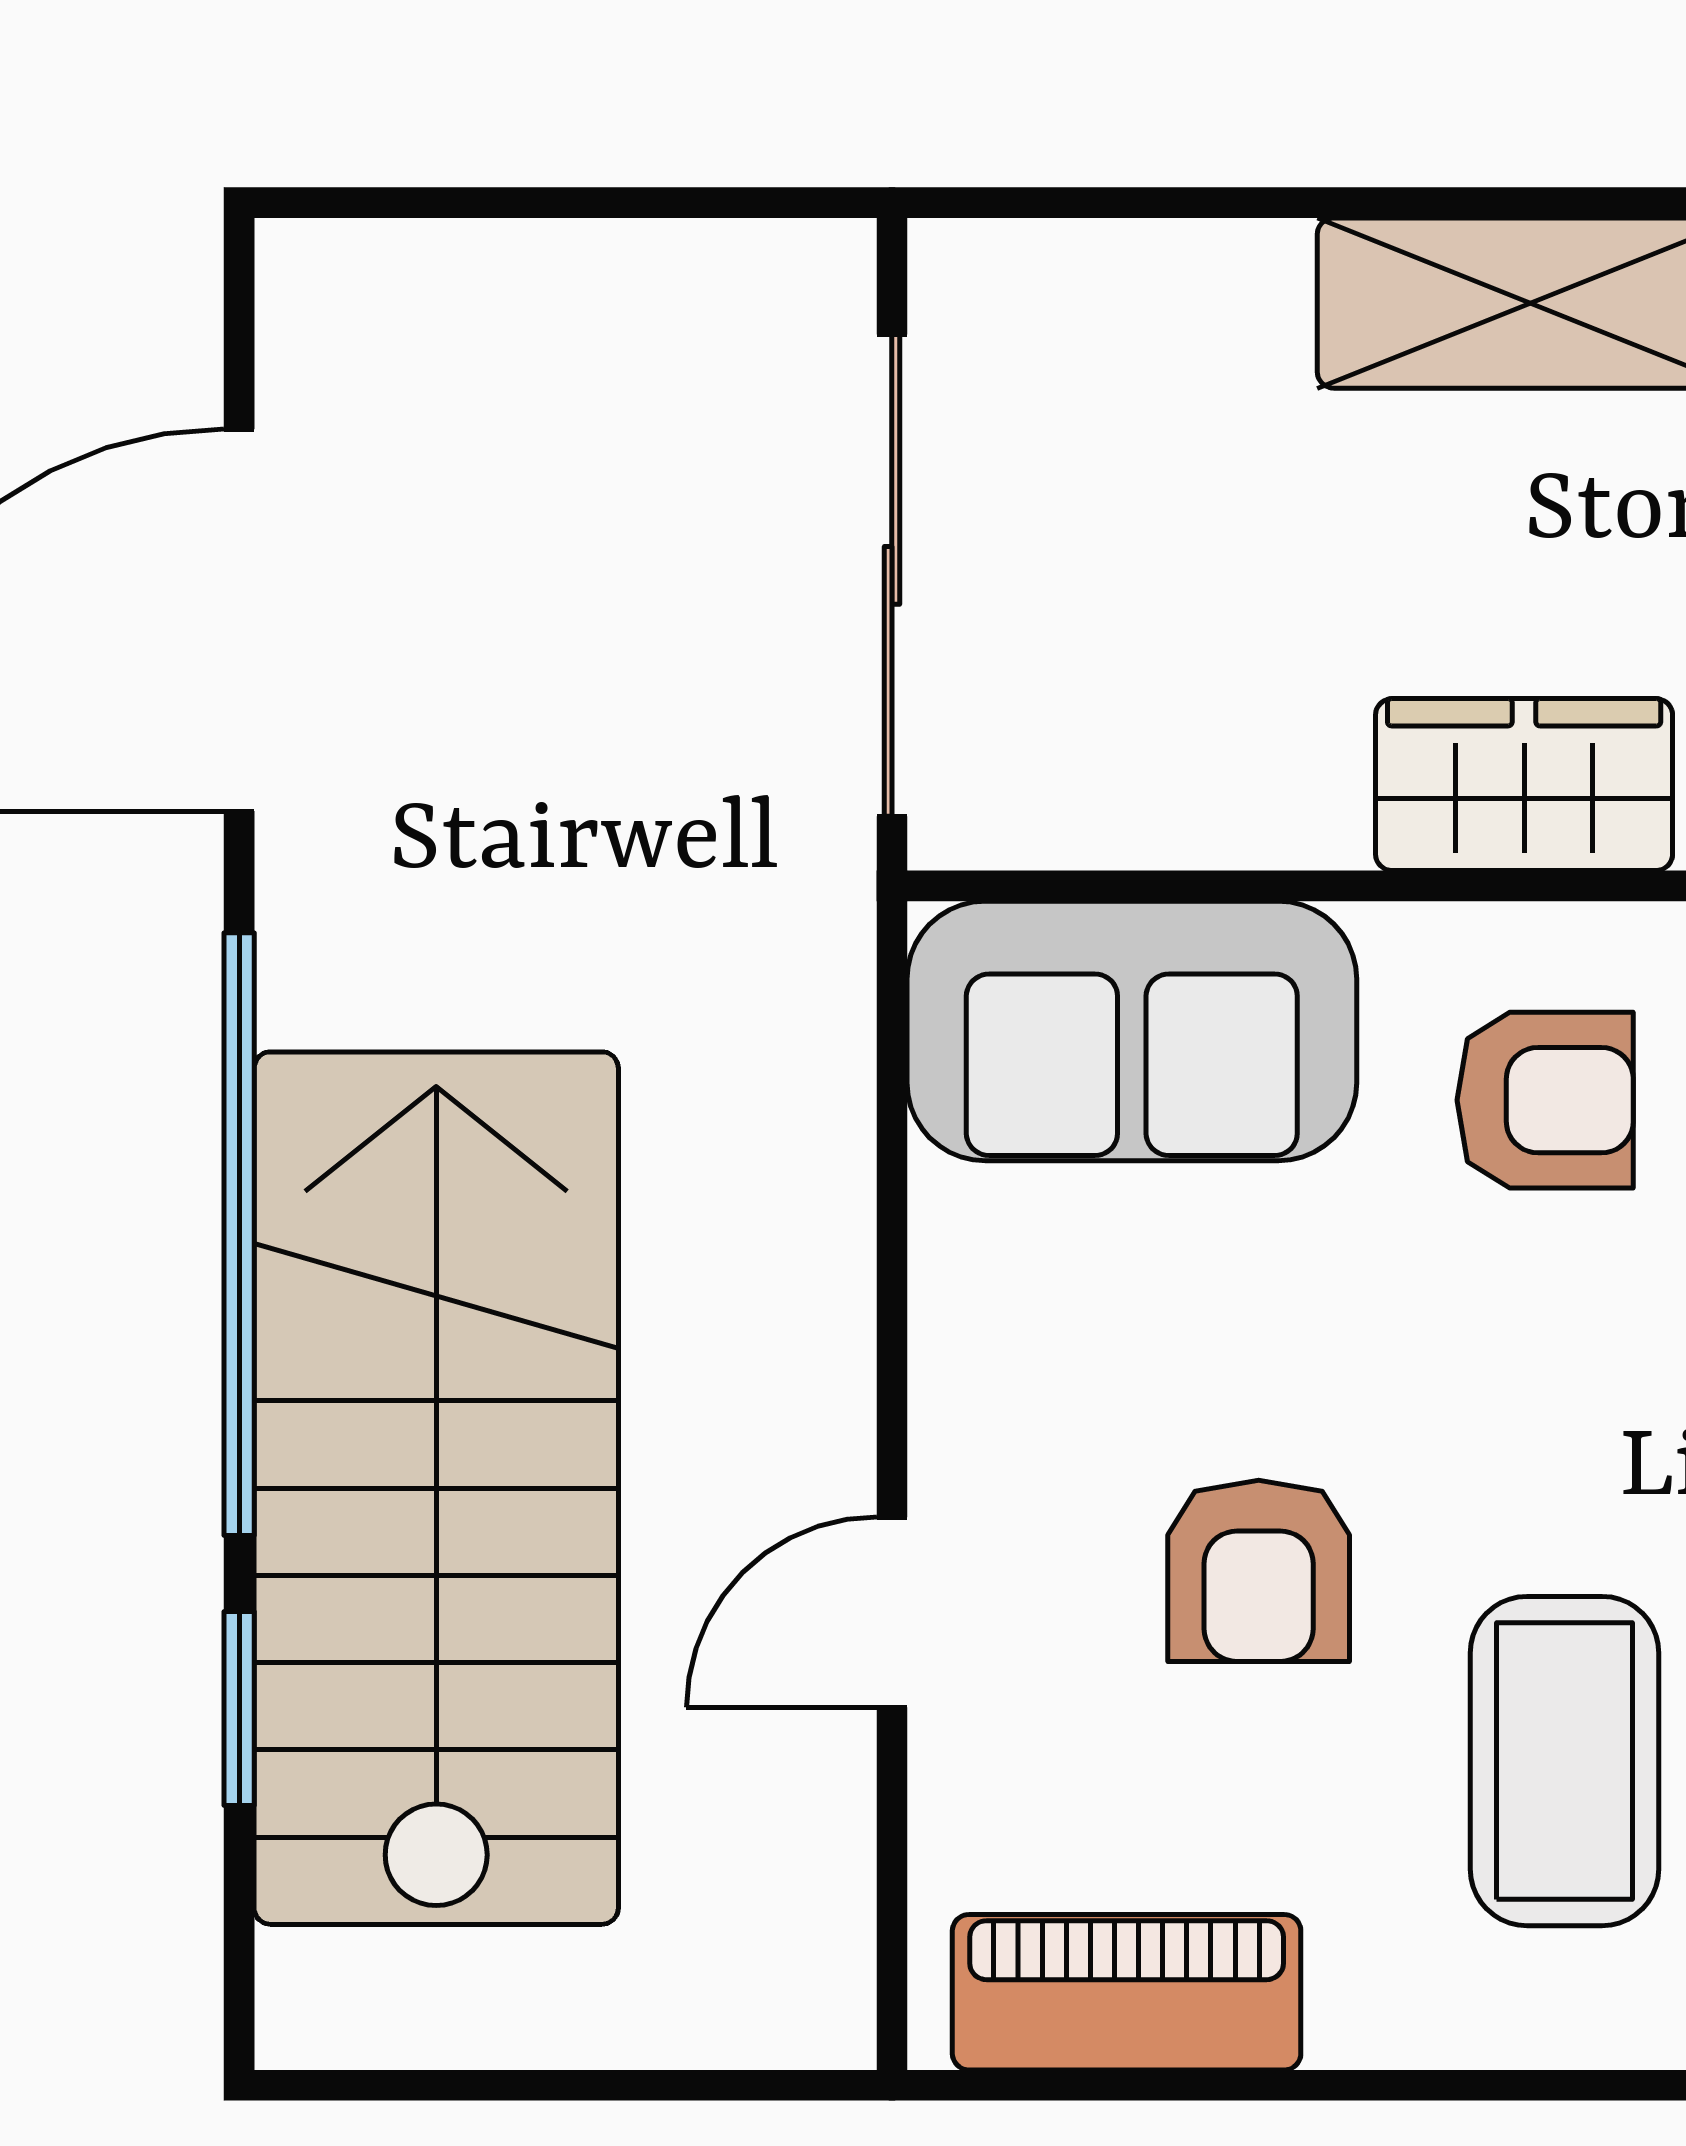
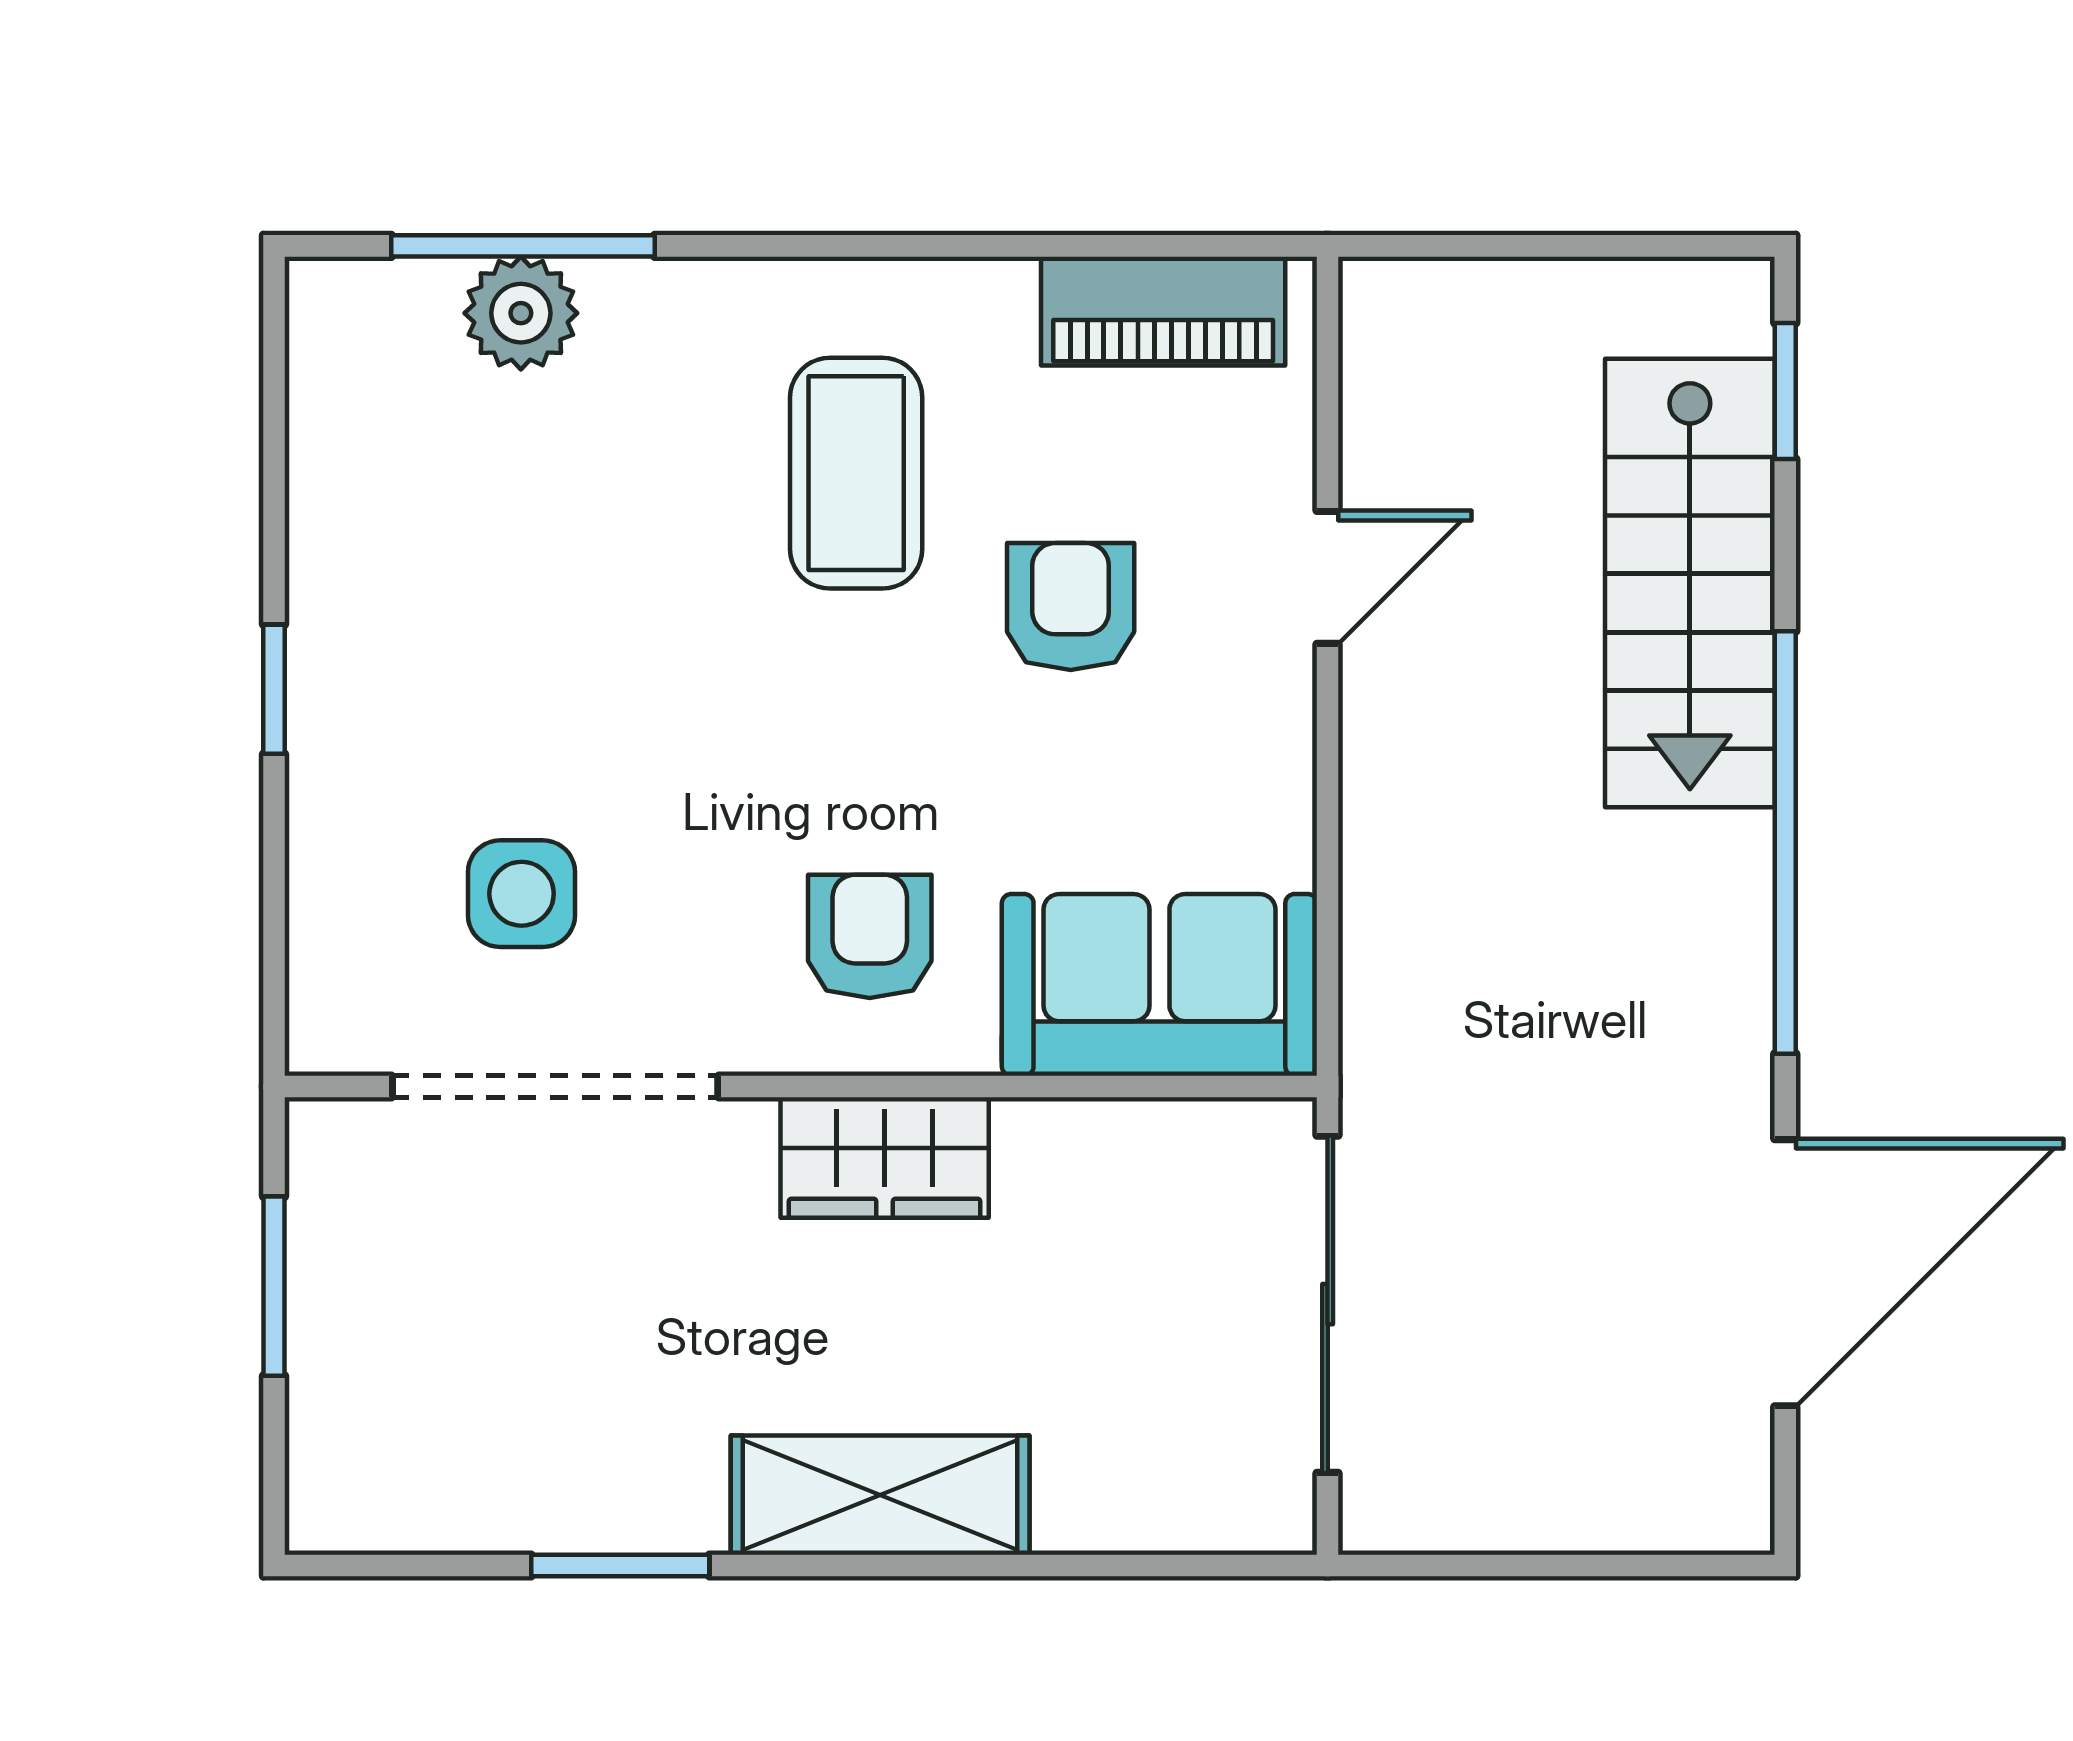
armchair: (1545, 1100) -> (870, 936), turned 90
stairs: (436, 1488) -> (1690, 583), width x0.73, depth x0.66
window: (239, 1708) -> (1785, 391), moved

